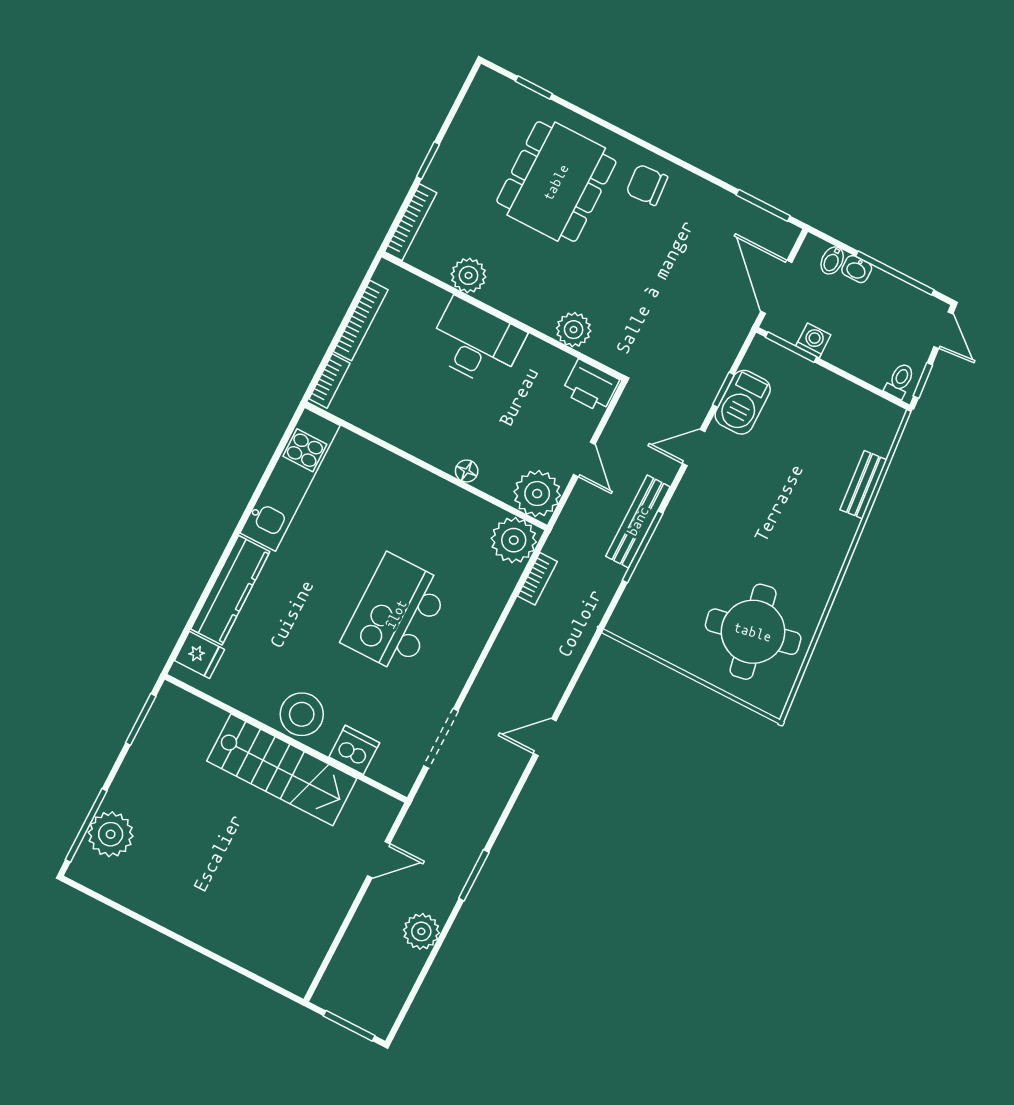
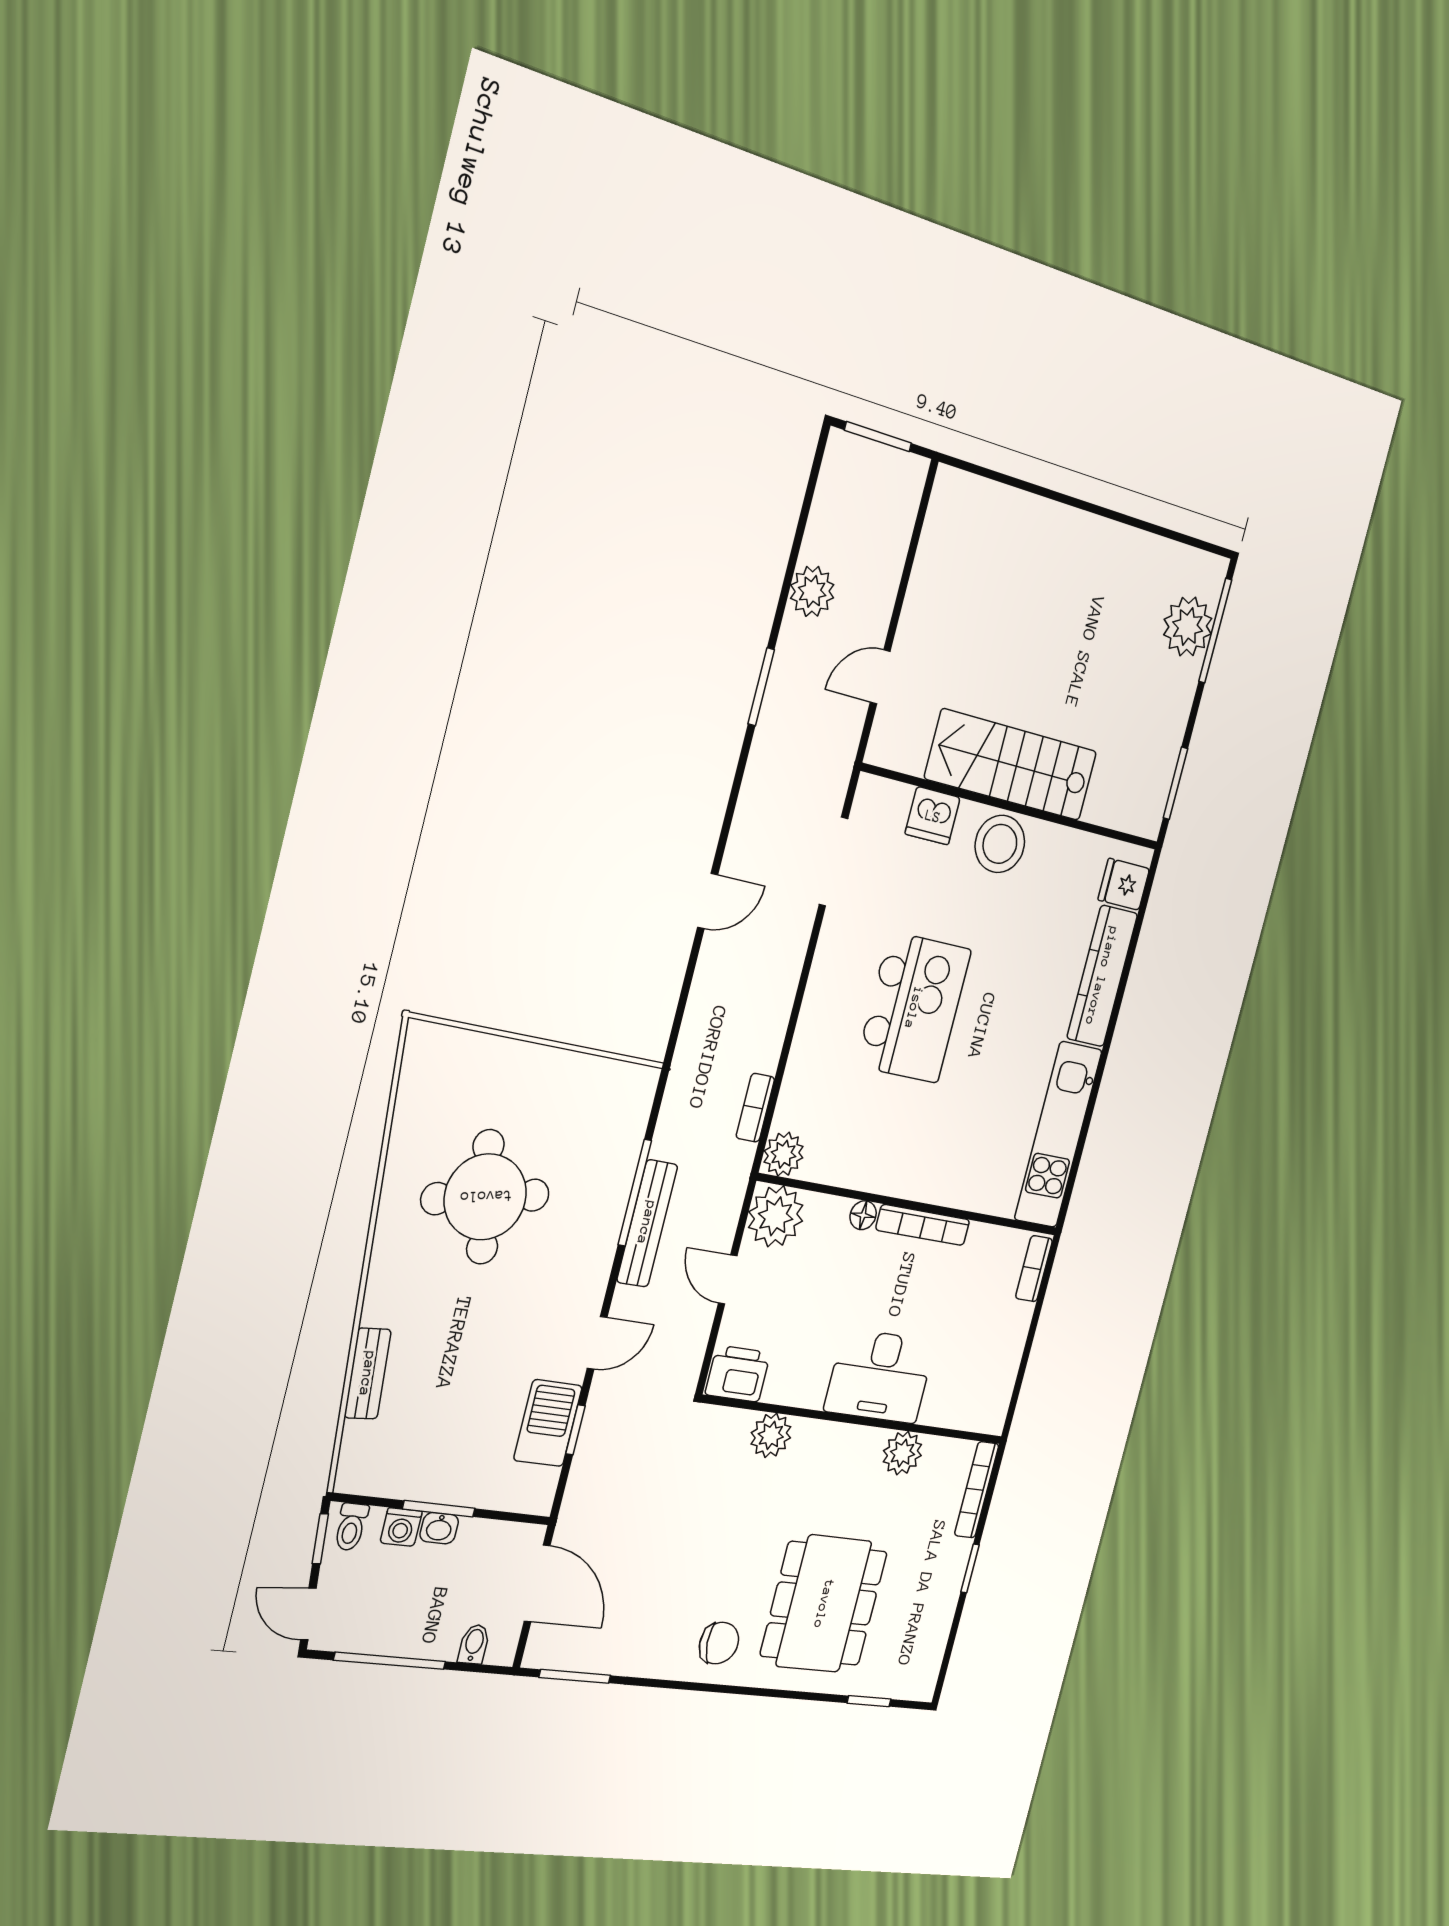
washbasin: (857, 269) -> (439, 1528), moved, turned 180
bookcase: (361, 321) -> (923, 1225), moved, turned -90
washing machine: (813, 340) -> (401, 1527), moved
window: (791, 347) -> (439, 1509), moved
plant: (514, 540) -> (784, 1154), width x0.73, depth x0.73
round table: (753, 632) -> (485, 1197), moved

